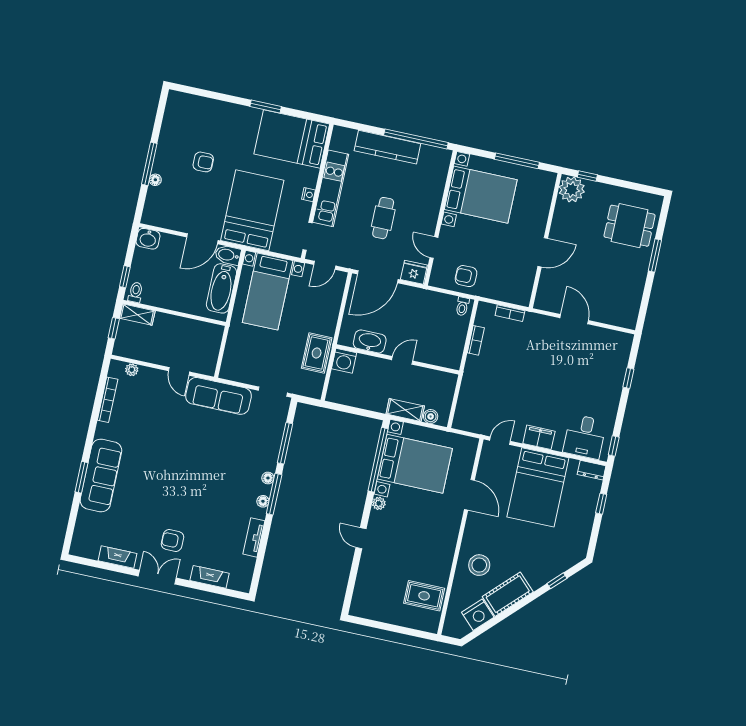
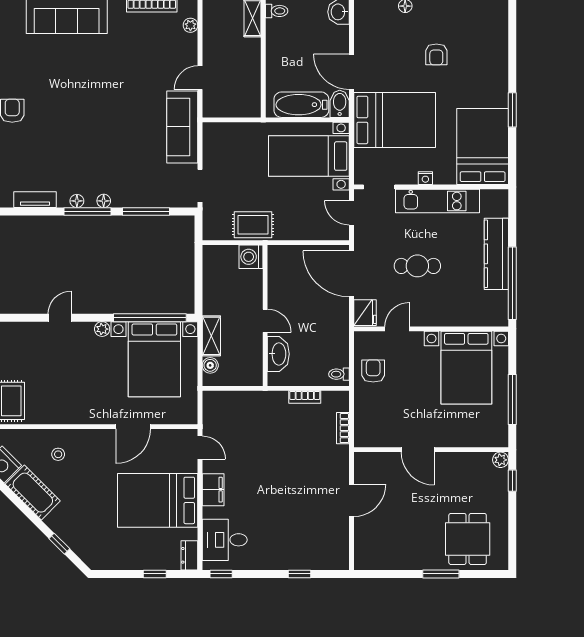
plant: (572, 189) -> (501, 460), width x0.53, depth x0.53
washbasin: (370, 341) -> (278, 354), moved
stool: (479, 565) -> (58, 454), width x0.53, depth x0.53

